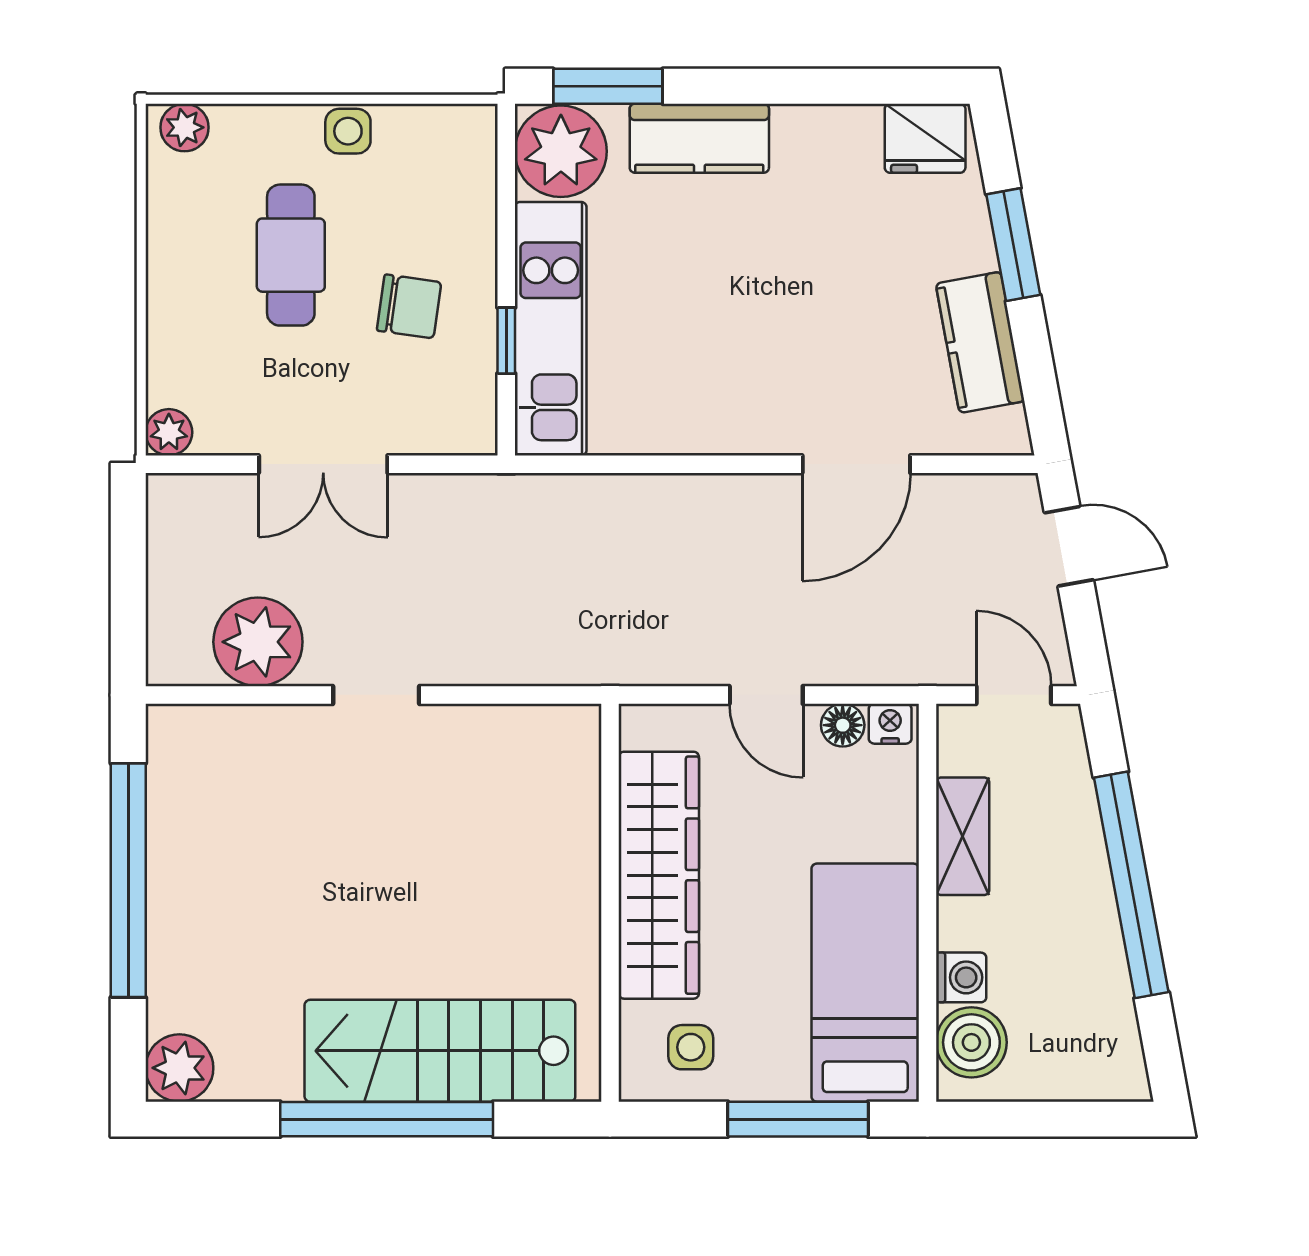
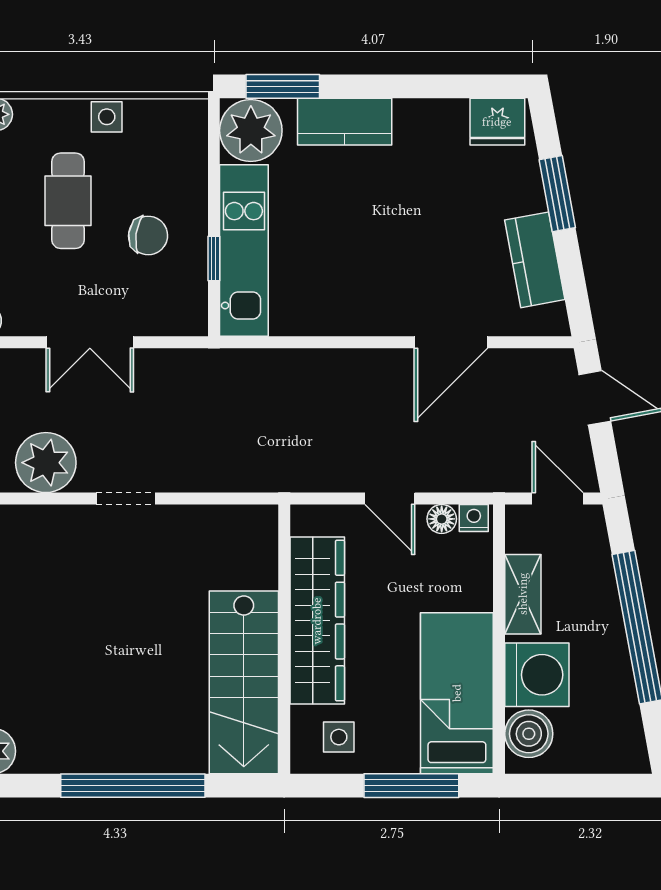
washing machine: (961, 977) -> (537, 675), width x1.89, depth x1.89
stairs: (440, 1051) -> (244, 682), moved, turned -90

